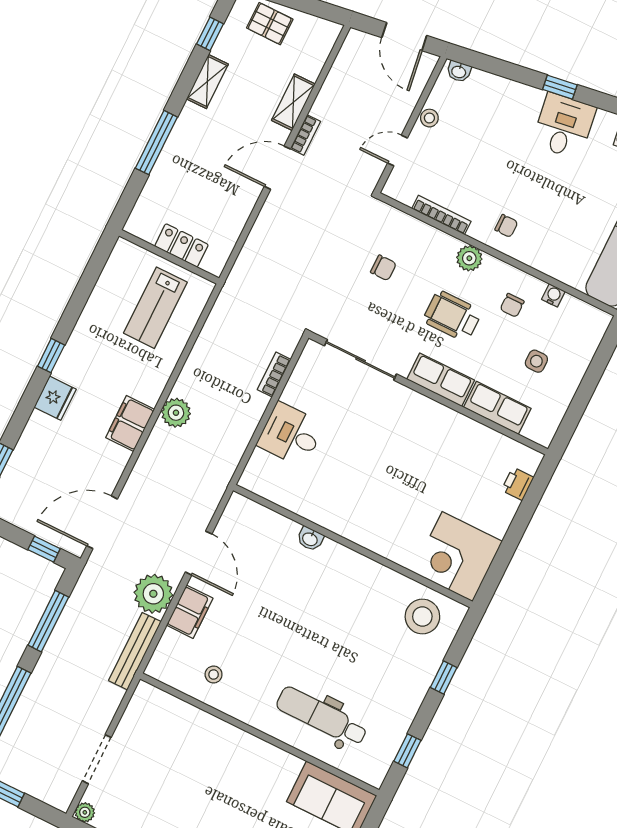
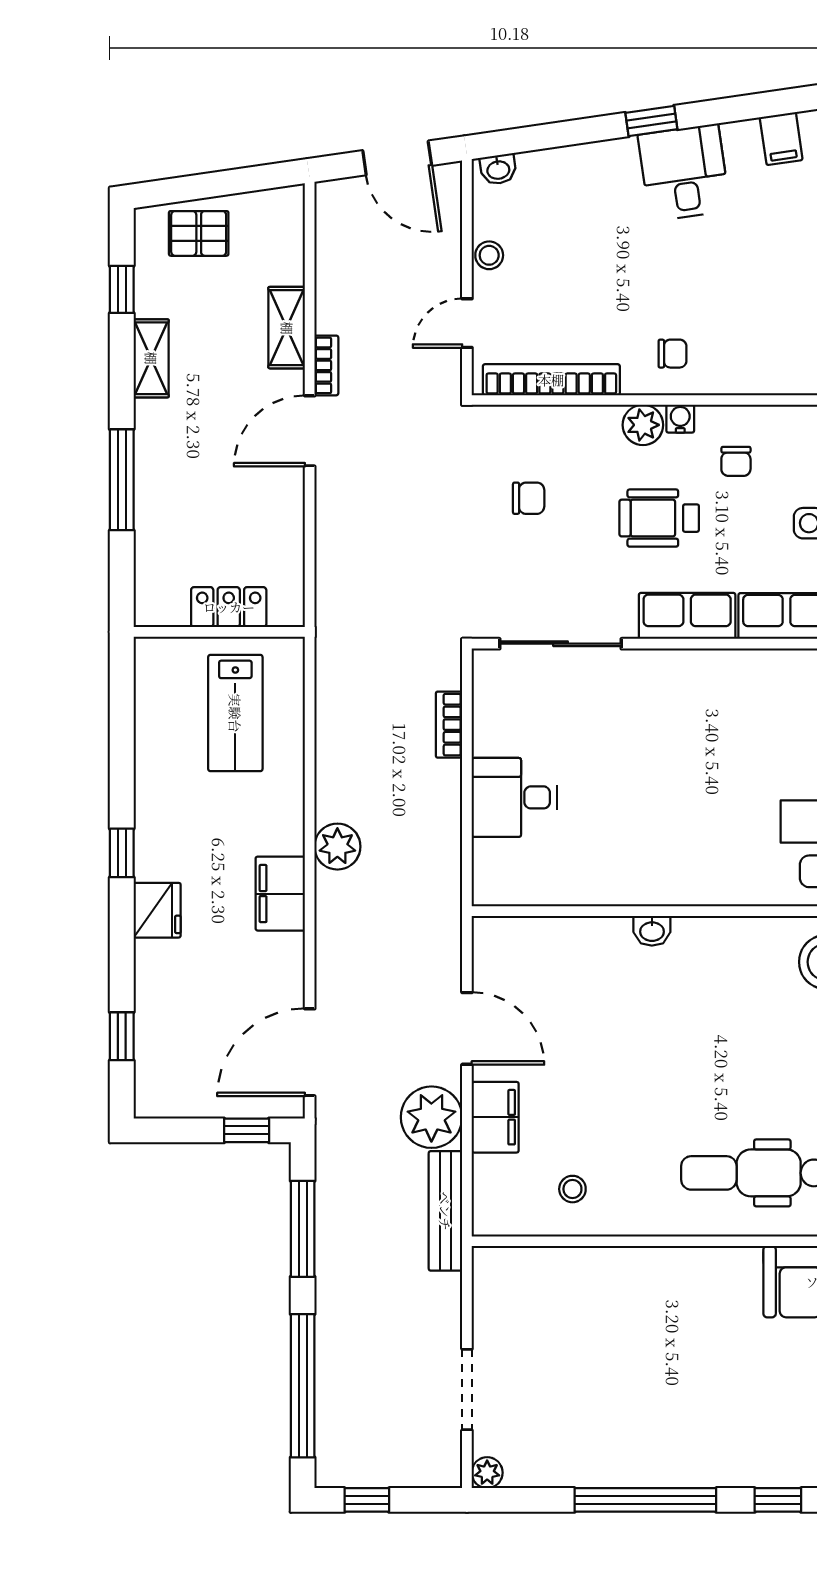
bookcase: (441, 215) -> (551, 380), width x1.48, depth x1.31
water cooler: (553, 295) -> (680, 419), moved
washbasin: (310, 539) -> (652, 931), moved

